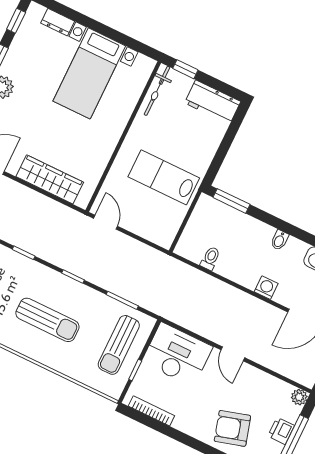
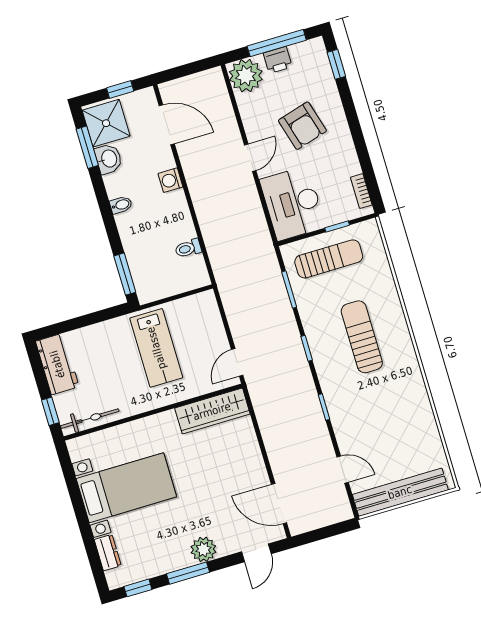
wardrobe: (50, 179) -> (212, 411), moved, turned -90
plant: (299, 397) -> (246, 76), width x1.88, depth x1.88
bookcase: (151, 411) -> (361, 191), width x0.64
armchair: (232, 428) -> (302, 126), moved

